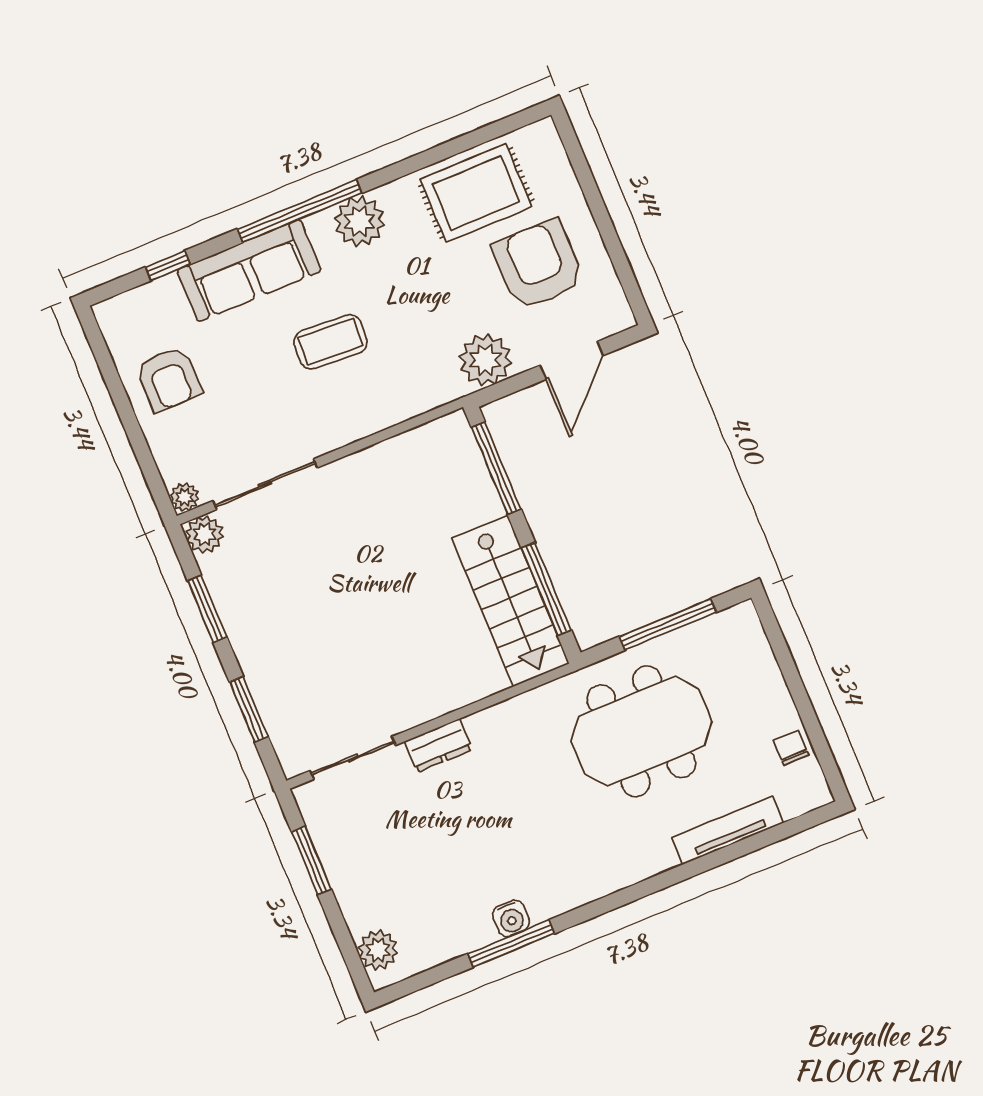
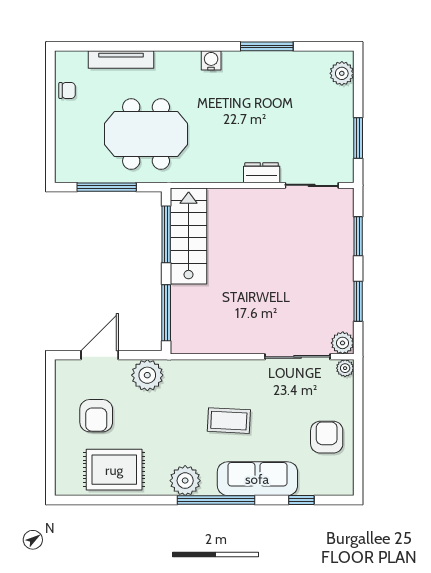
armchair: (538, 265) -> (96, 416), width x0.73, depth x0.73
chair: (791, 748) -> (67, 90), turned -90
water cooler: (511, 918) -> (211, 60), moved

